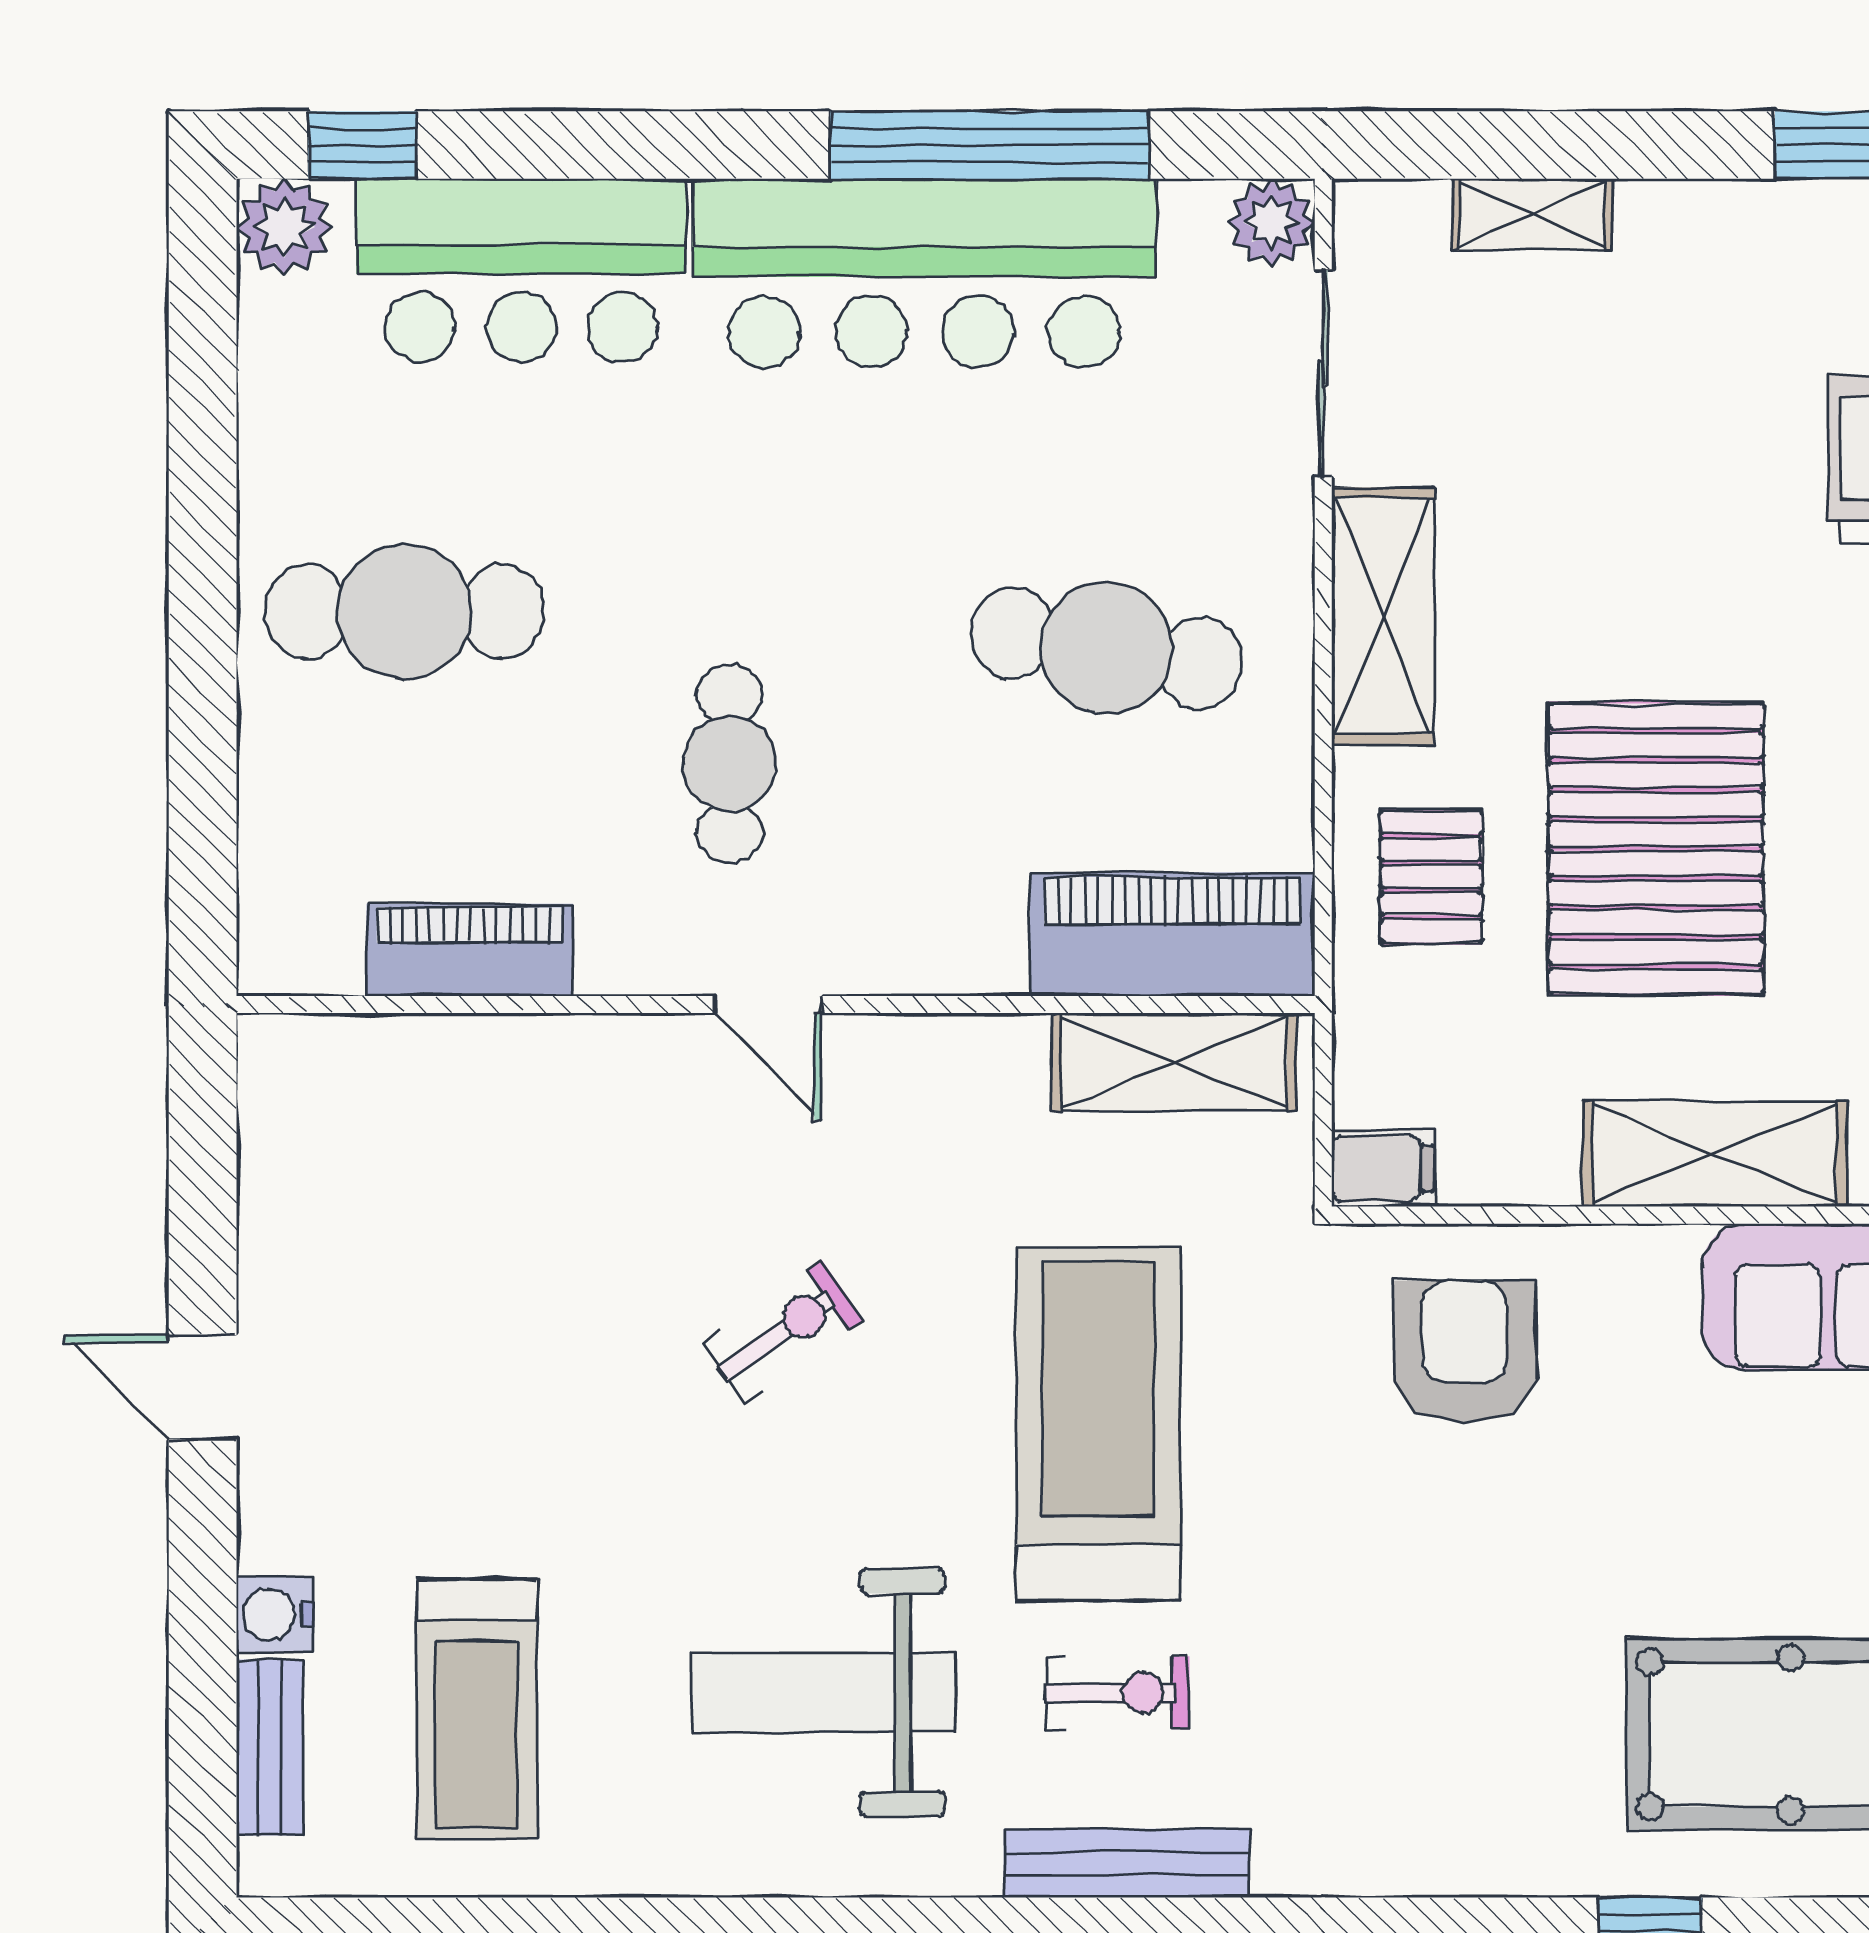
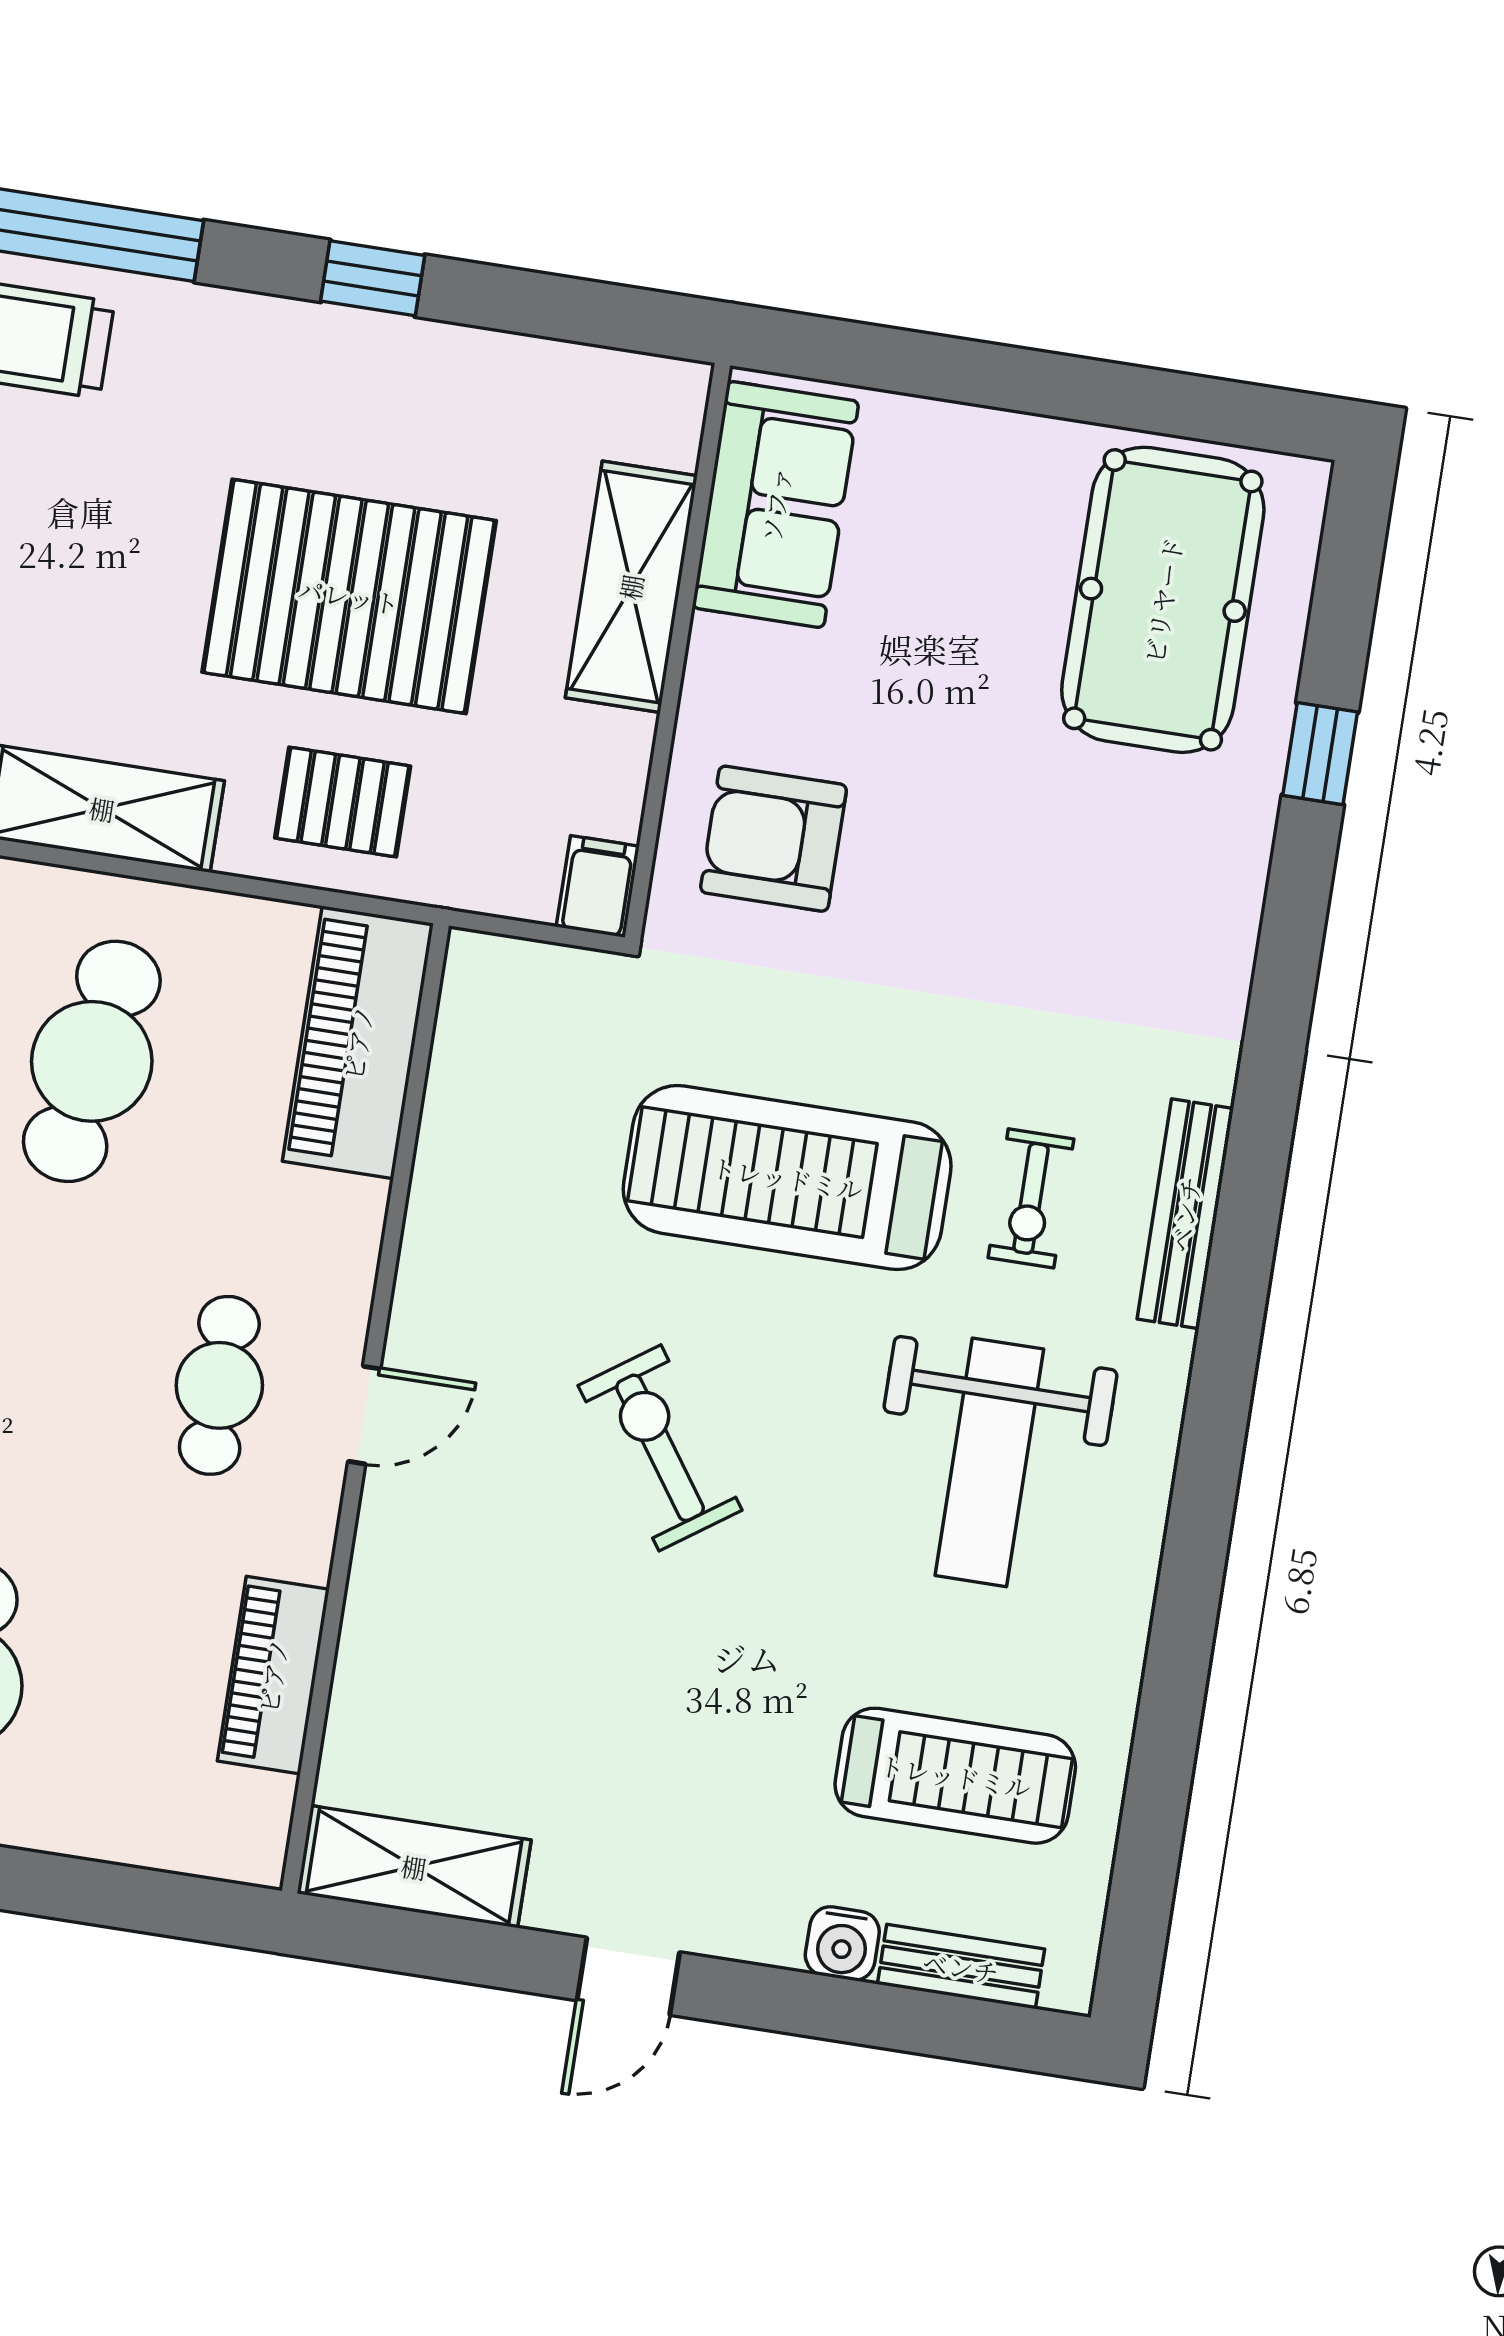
cafe table: (729, 764) -> (219, 1385), moved, turned 90
shelving: (1174, 1062) -> (414, 1867), moved, turned 90
exercise bike: (783, 1332) -> (660, 1448), width x1.38, depth x1.39
exercise bike: (1117, 1693) -> (1031, 1198), turned 180

